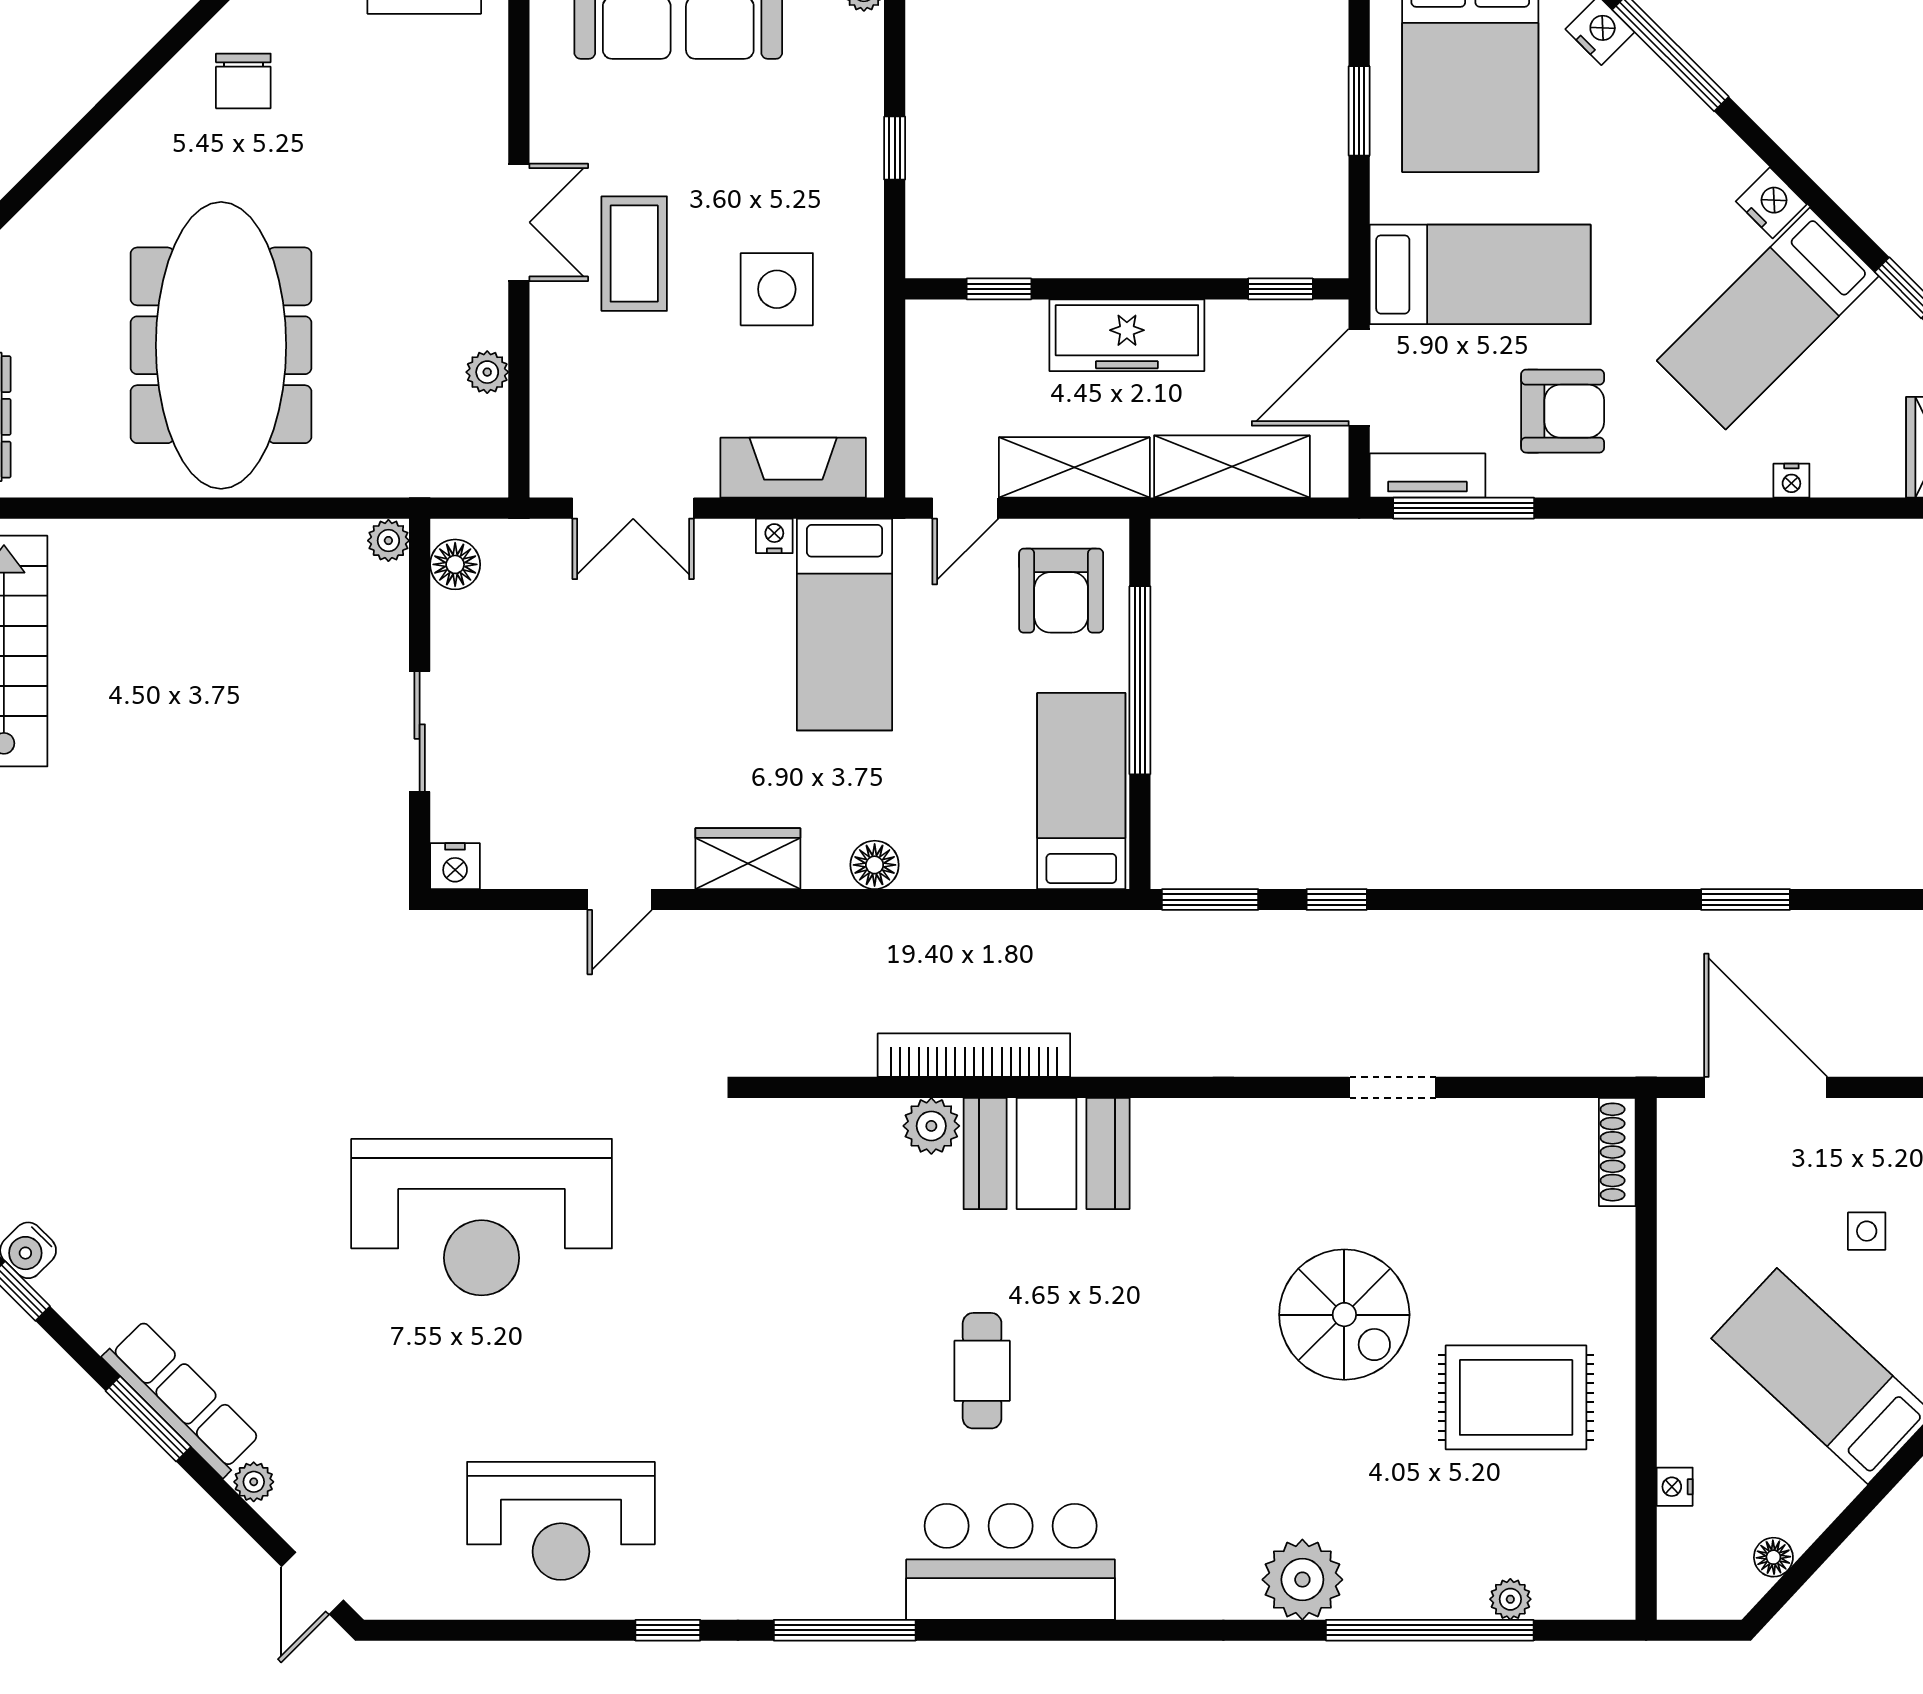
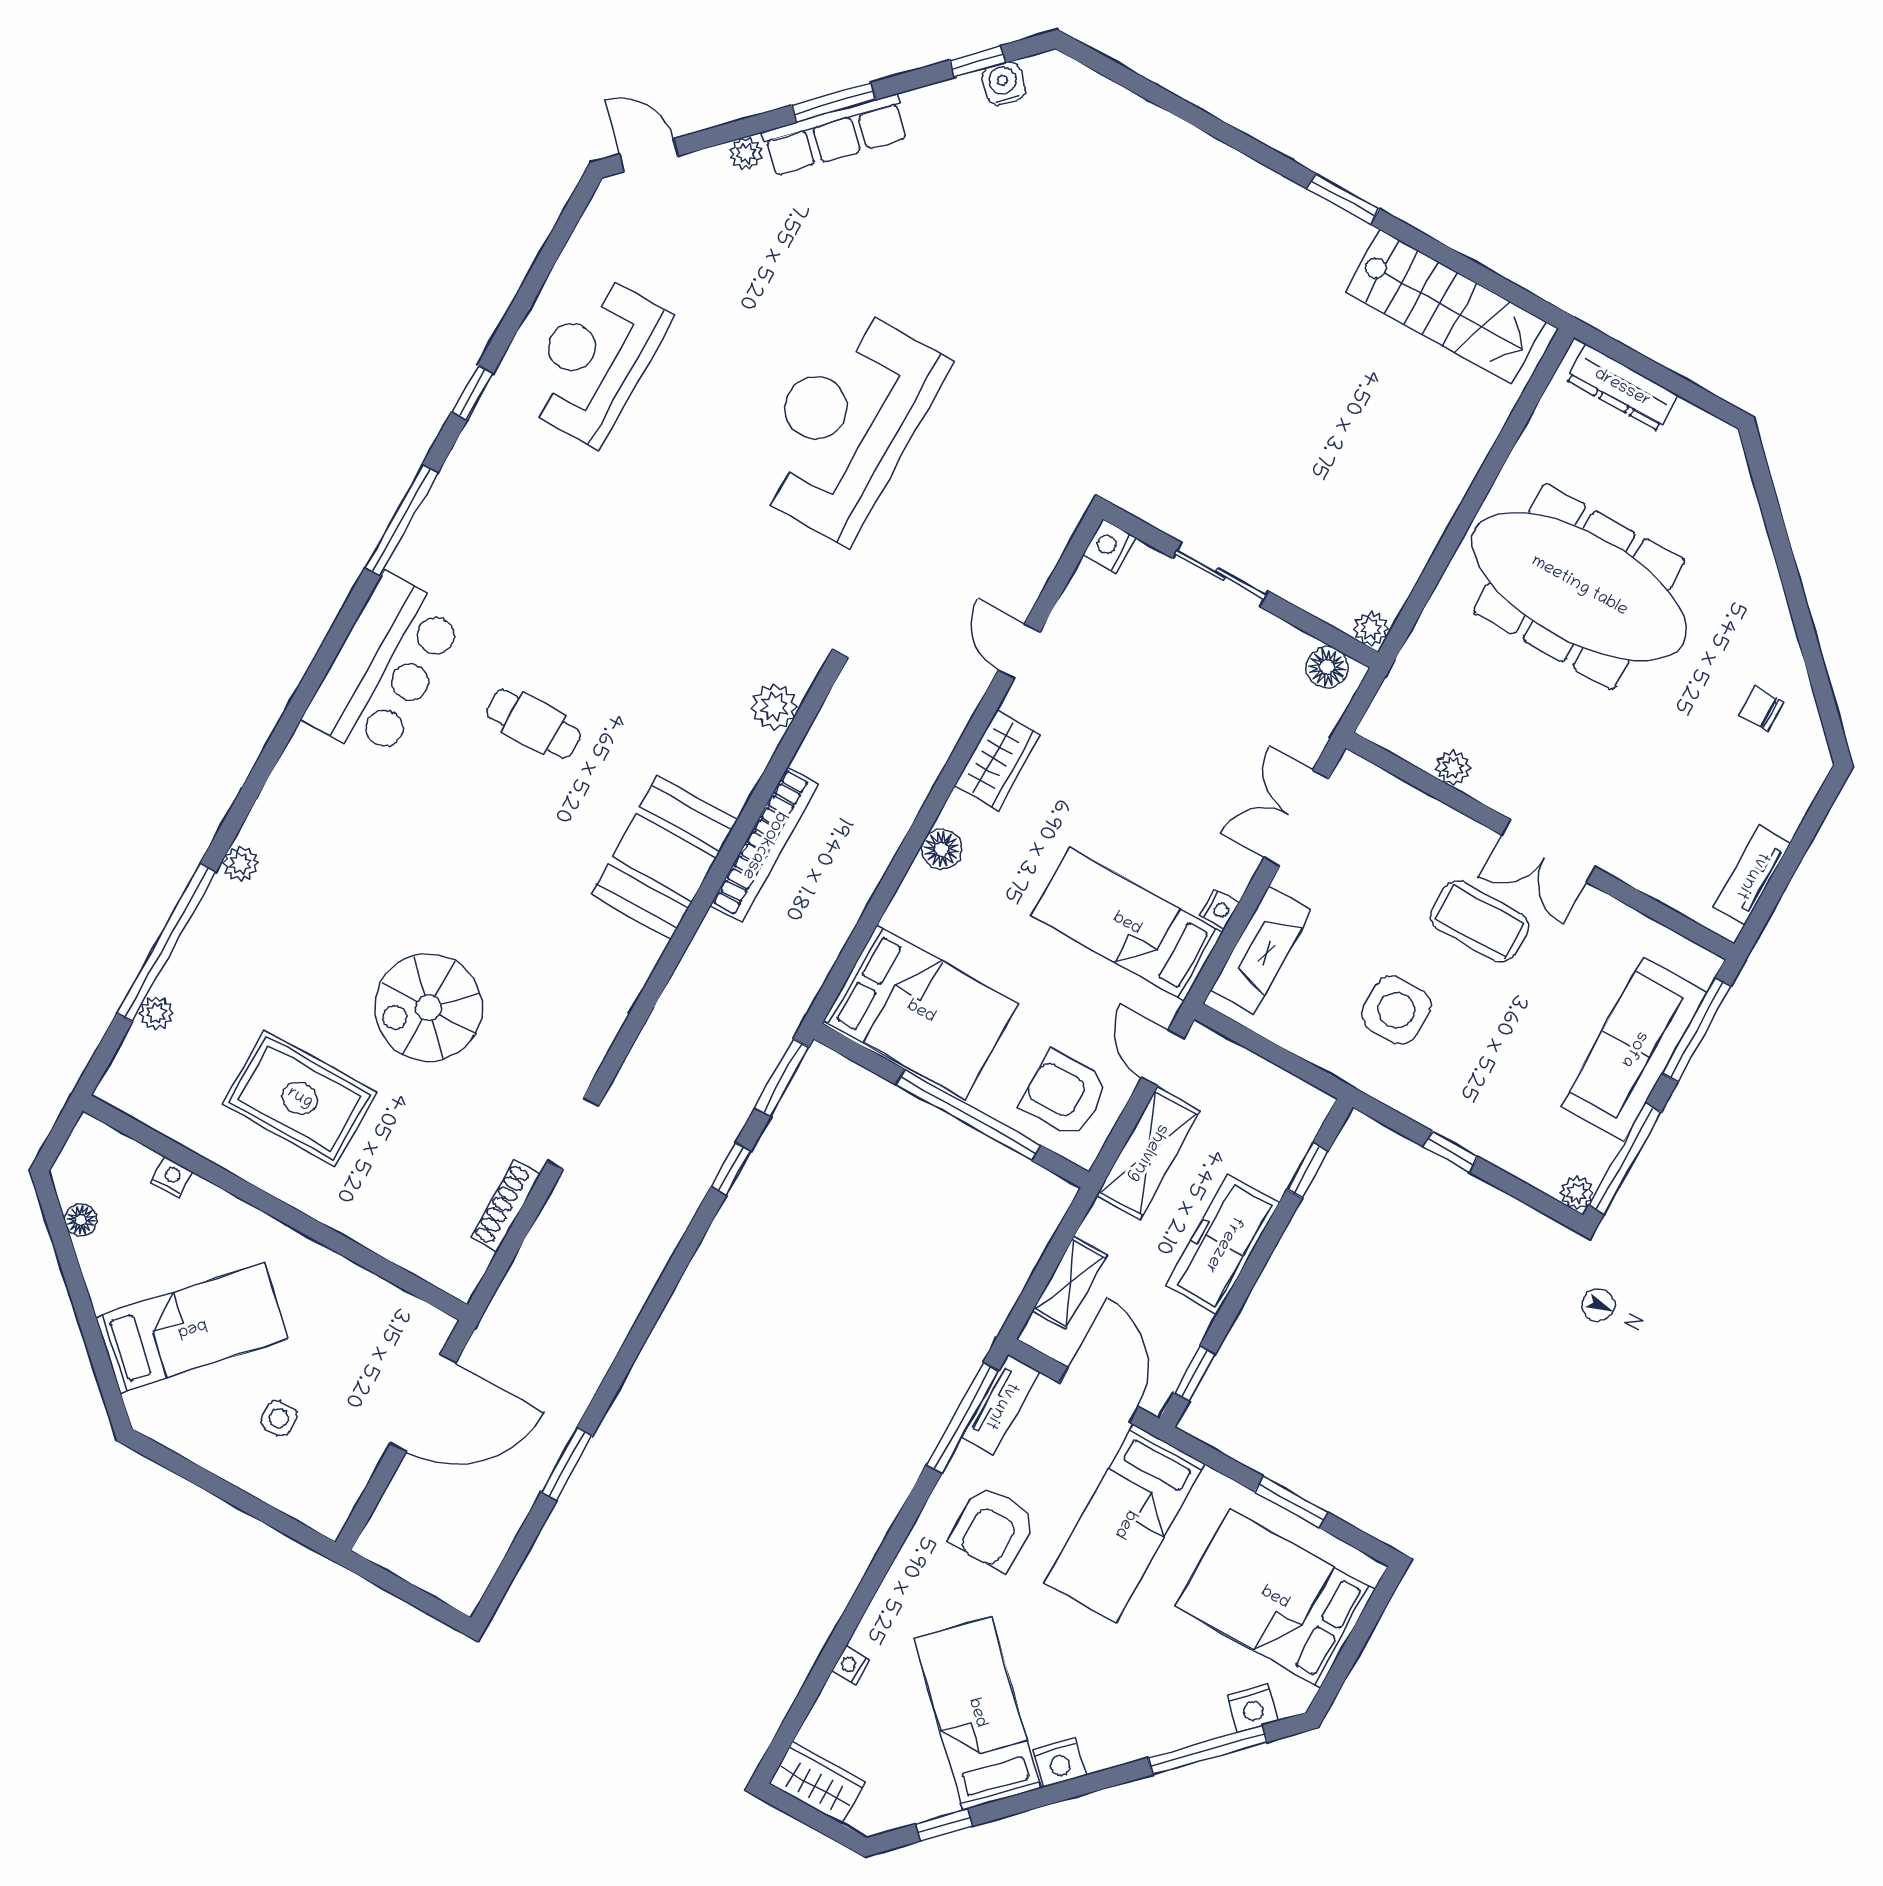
chair: (243, 81) -> (1761, 709), width x0.73, depth x0.73
shelving: (1232, 466) -> (1070, 1283), width x0.67, depth x0.75
bed: (1081, 791) -> (921, 1012), width x1.50
plant: (931, 1126) -> (774, 707), moved
shoe rack: (1617, 1152) -> (505, 1206), moved, turned -90
rug: (1516, 1397) -> (300, 1098), turned 90
plant: (1302, 1580) -> (240, 863), width x0.53, depth x0.53

